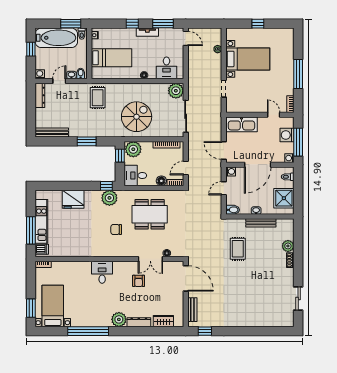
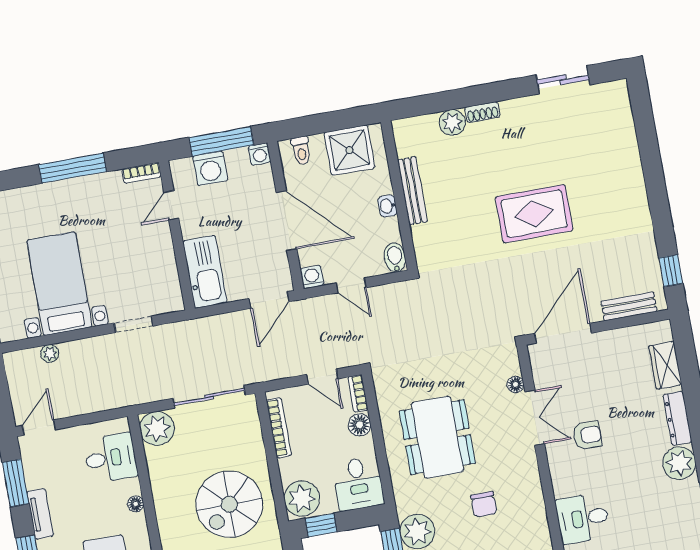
spiral stairs: (137, 117) -> (229, 504), turned -90
rug: (238, 249) -> (534, 214), moved, width x1.36, depth x1.43

